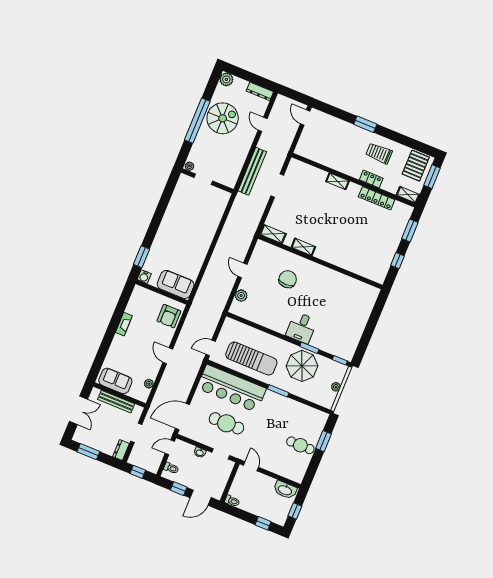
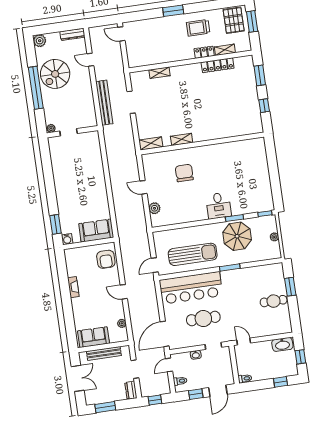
spiral stairs: (223, 118) -> (55, 74), turned 180
shelving: (338, 181) -> (159, 73), moved
shelving: (408, 195) -> (225, 50), moved

